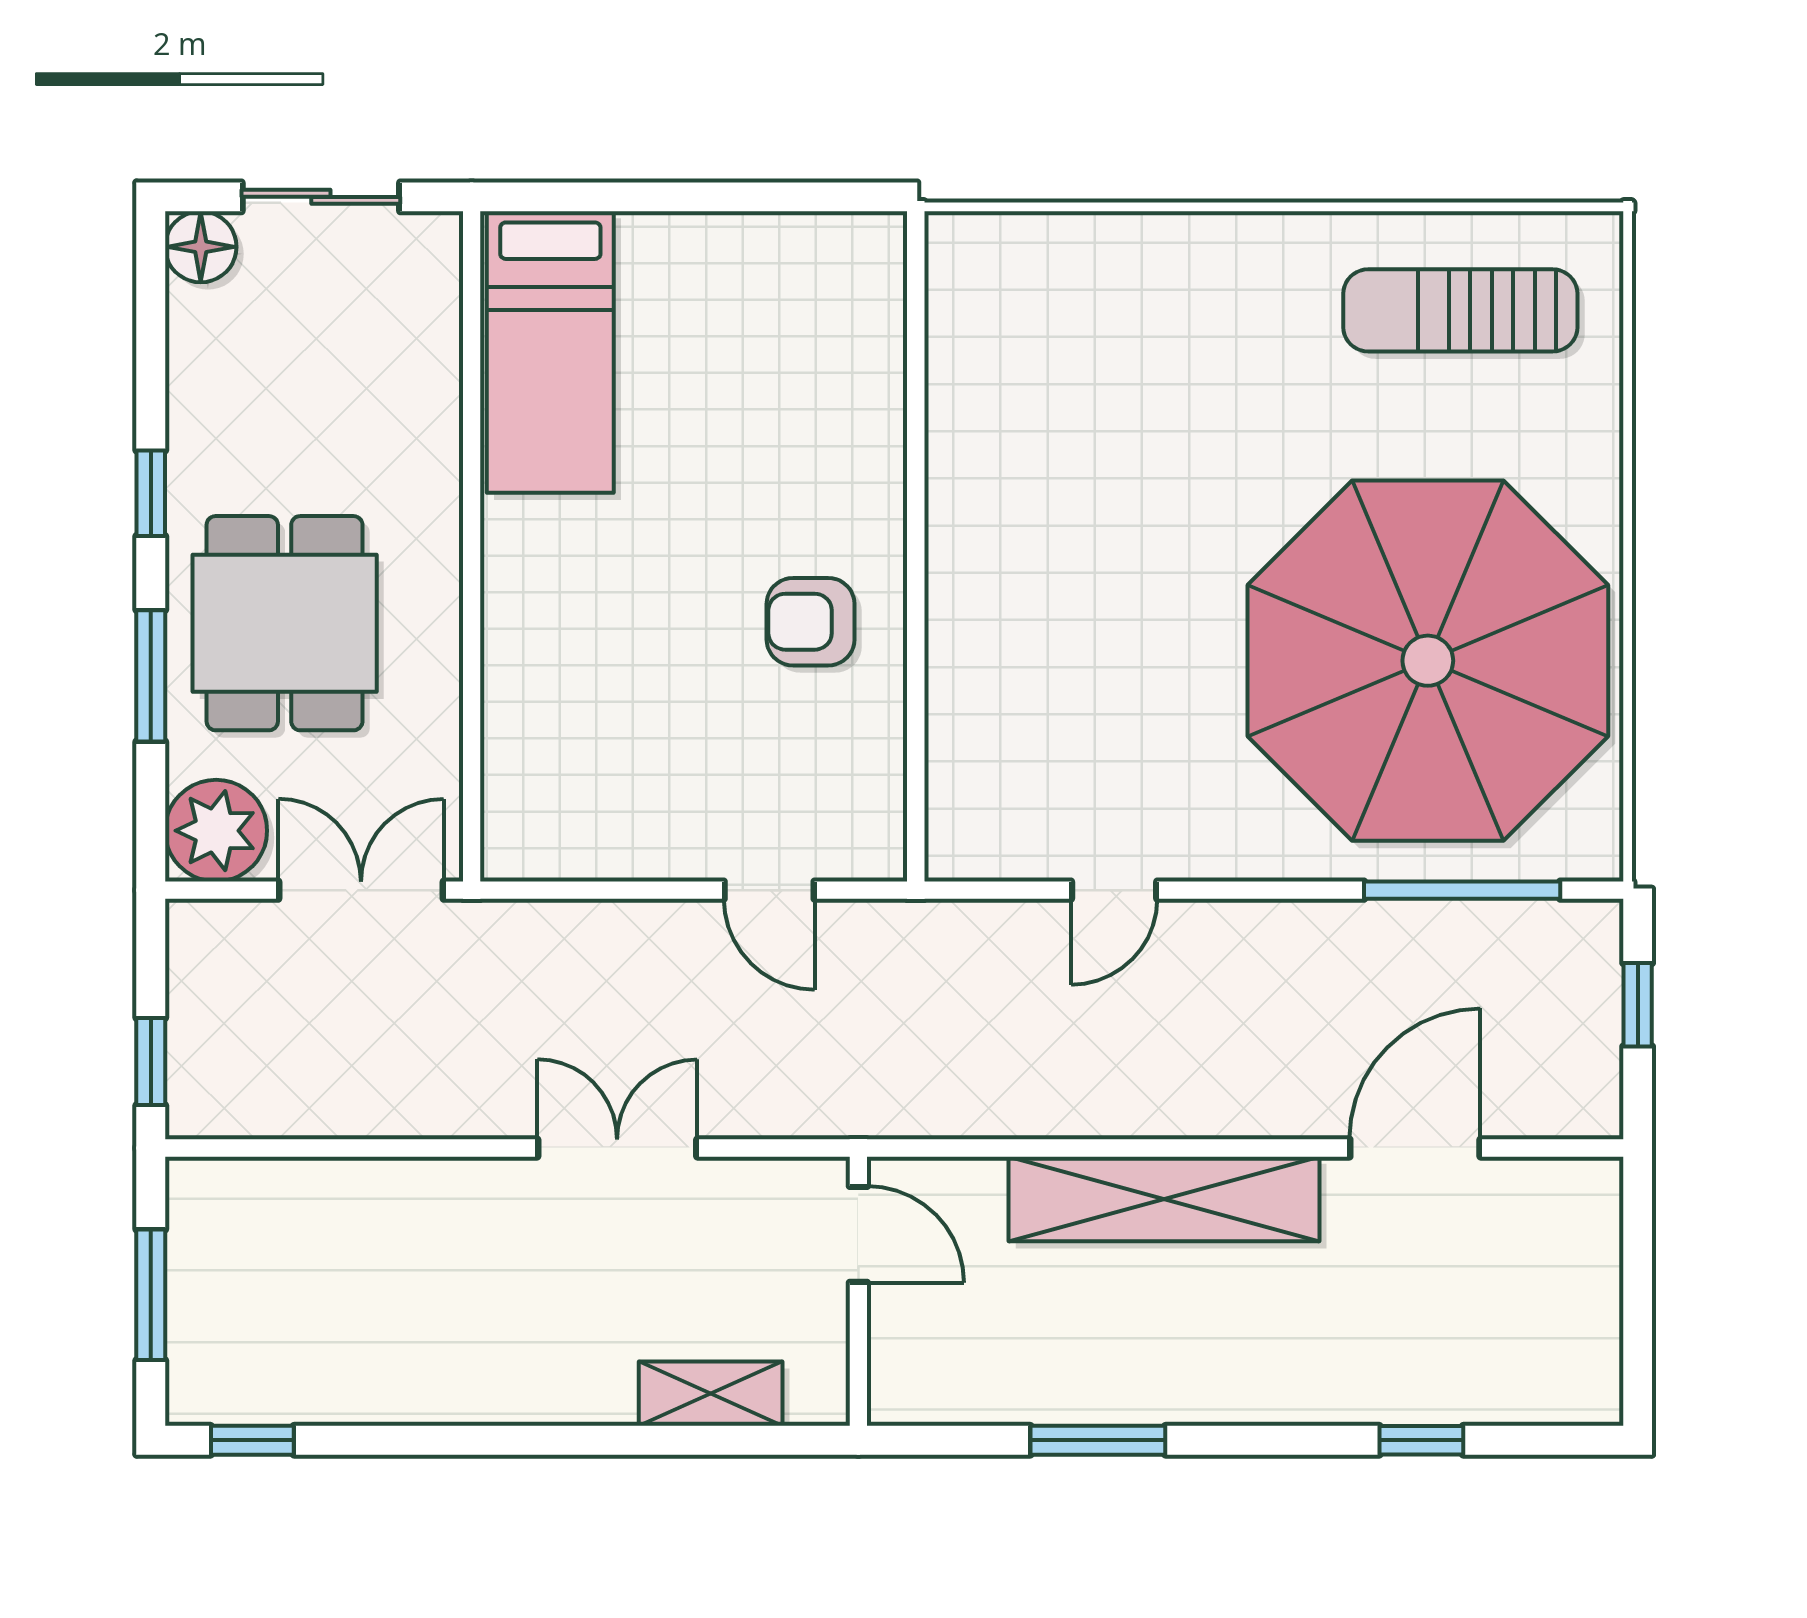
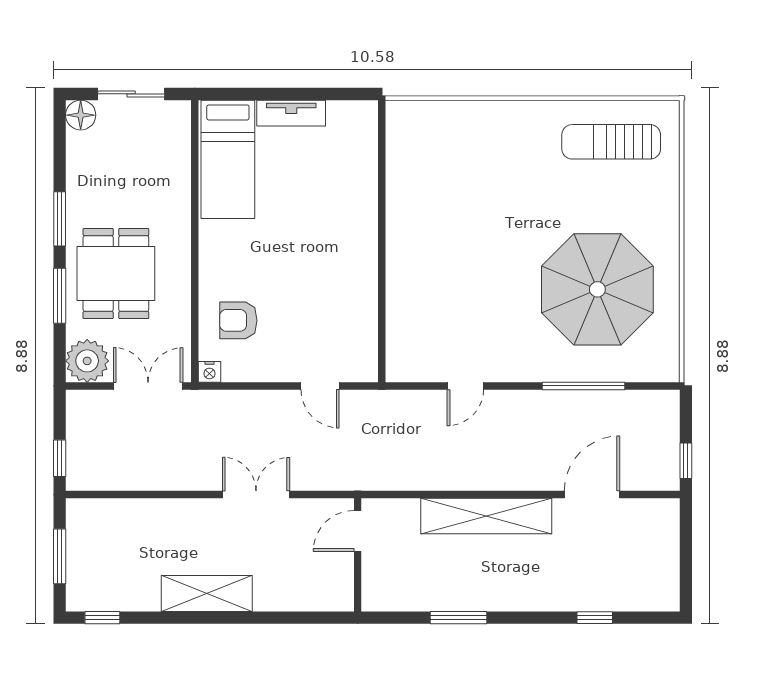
tv unit: (701, 242) -> (291, 113), added
window: (151, 493) -> (60, 219), width x1.50
armchair: (811, 622) -> (238, 320), moved
parasol: (1428, 661) -> (597, 289), width x0.73, depth x0.73
nightstand: (507, 857) -> (209, 372), added
window: (1462, 890) -> (584, 386), moved
window: (1638, 1005) -> (686, 461), moved
door: (858, 1234) -> (358, 531), swing flipped
shelving: (711, 1394) -> (207, 593), moved, width x1.50, depth x1.33

